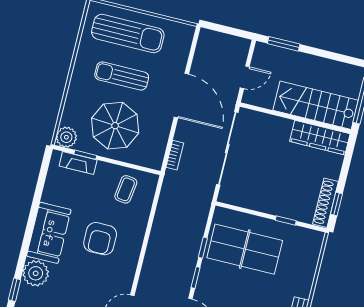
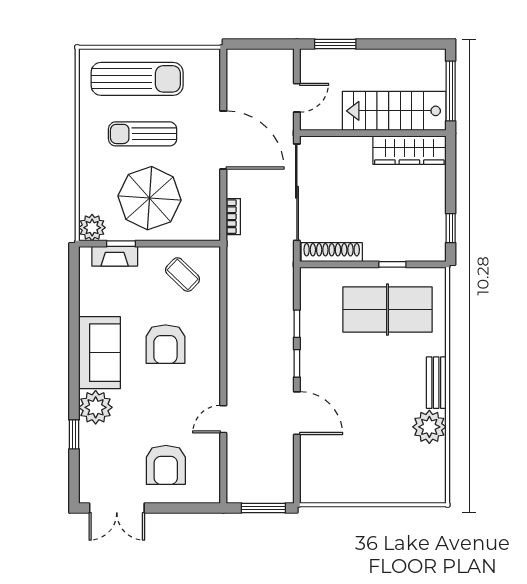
coffee table: (126, 189) -> (183, 275), turned -54
shoe rack: (325, 203) -> (332, 252), moved, turned 90
table tennis table: (245, 249) -> (387, 310), moved

